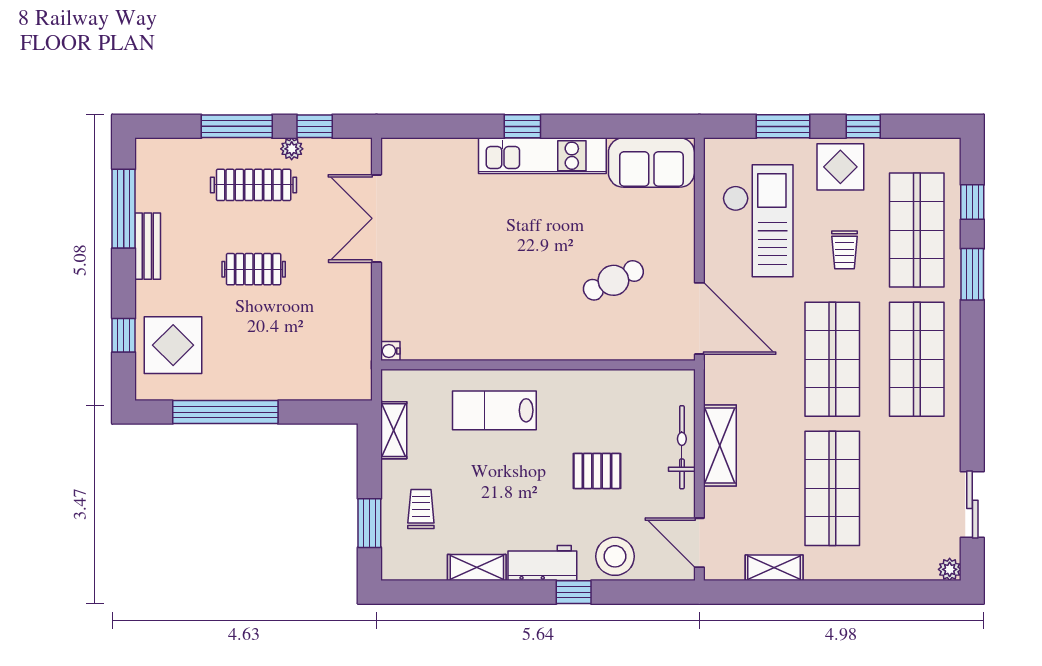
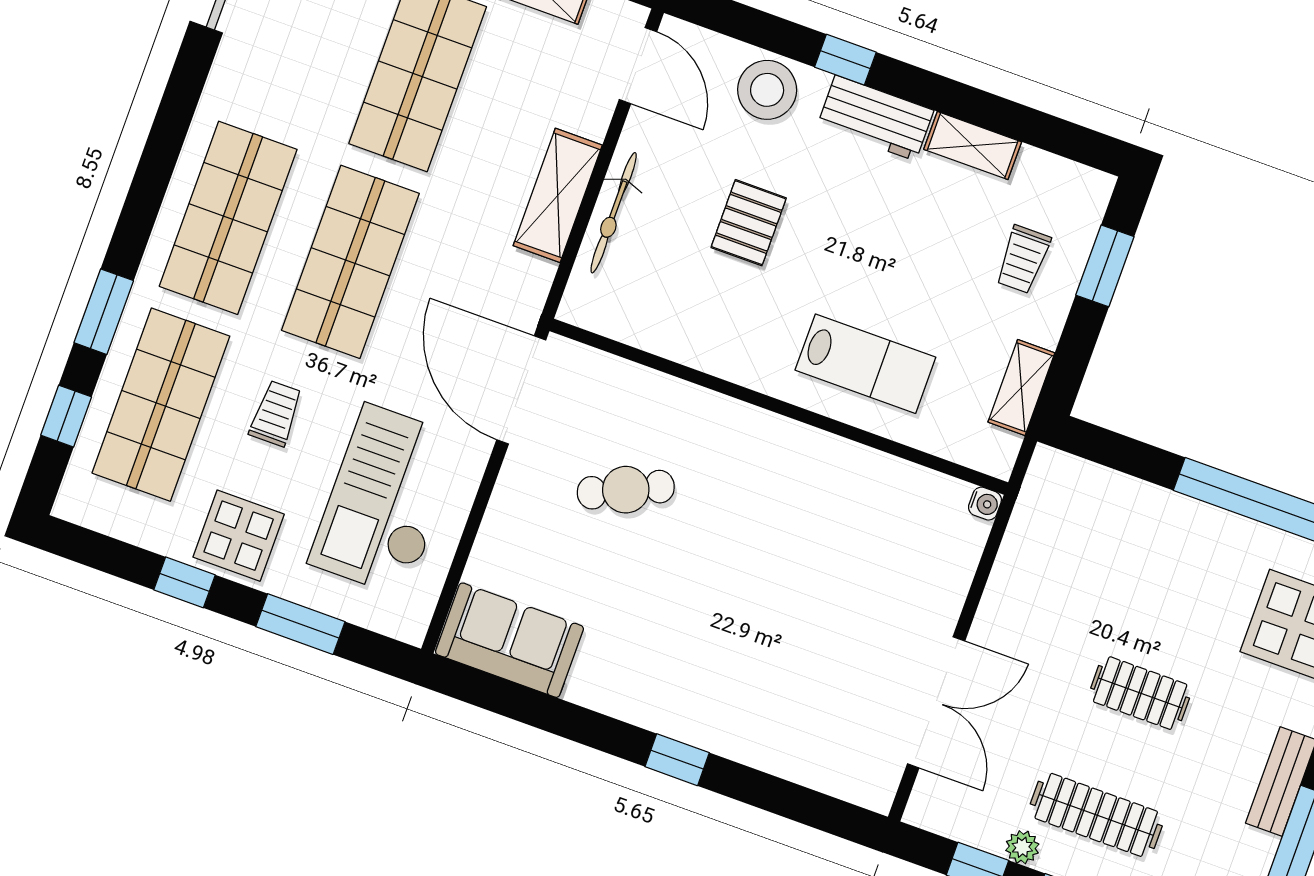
kitchen unit: (542, 156) -> (663, 707), removed
pallet: (597, 471) -> (749, 223), turned 90

